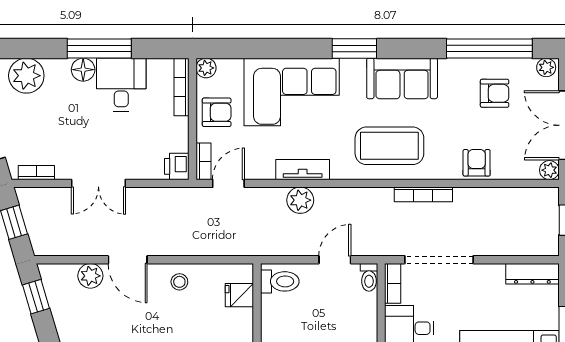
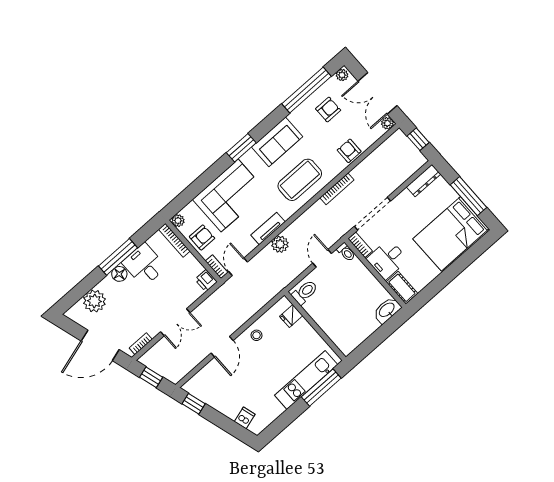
door: (128, 260) -> (222, 347), hinge flipped
plant: (90, 276) -> (211, 370), removed

